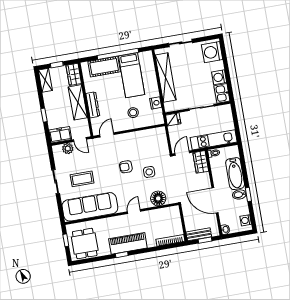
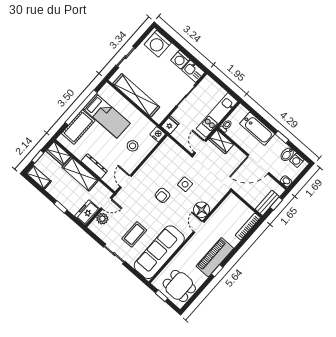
nightstand: (156, 103) -> (158, 134), moved
bidet: (239, 194) -> (287, 154), moved
floor lamp: (158, 198) -> (202, 210), moved

